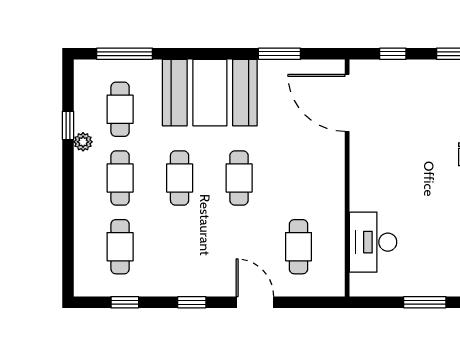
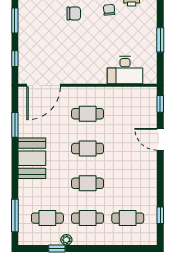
booth: (210, 93) -> (32, 158), width x0.73, depth x0.70
cafe table: (299, 247) -> (88, 114), moved
window: (192, 302) -> (160, 104), moved
door: (255, 302) -> (160, 139), hinge flipped

